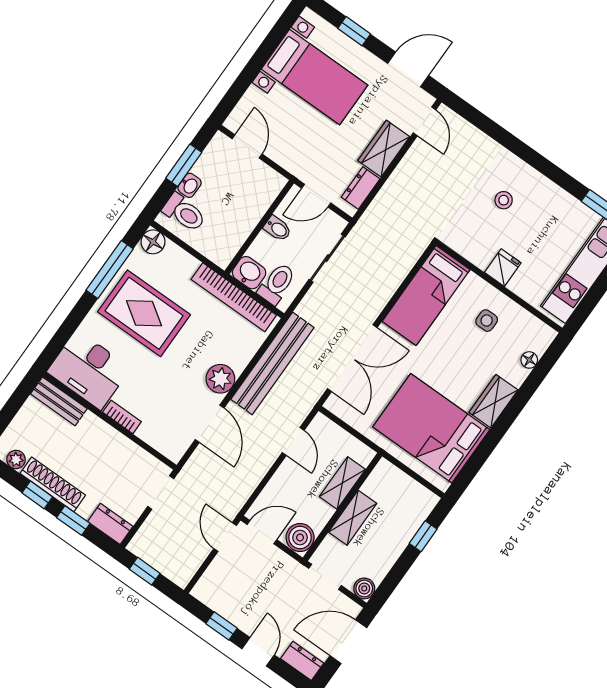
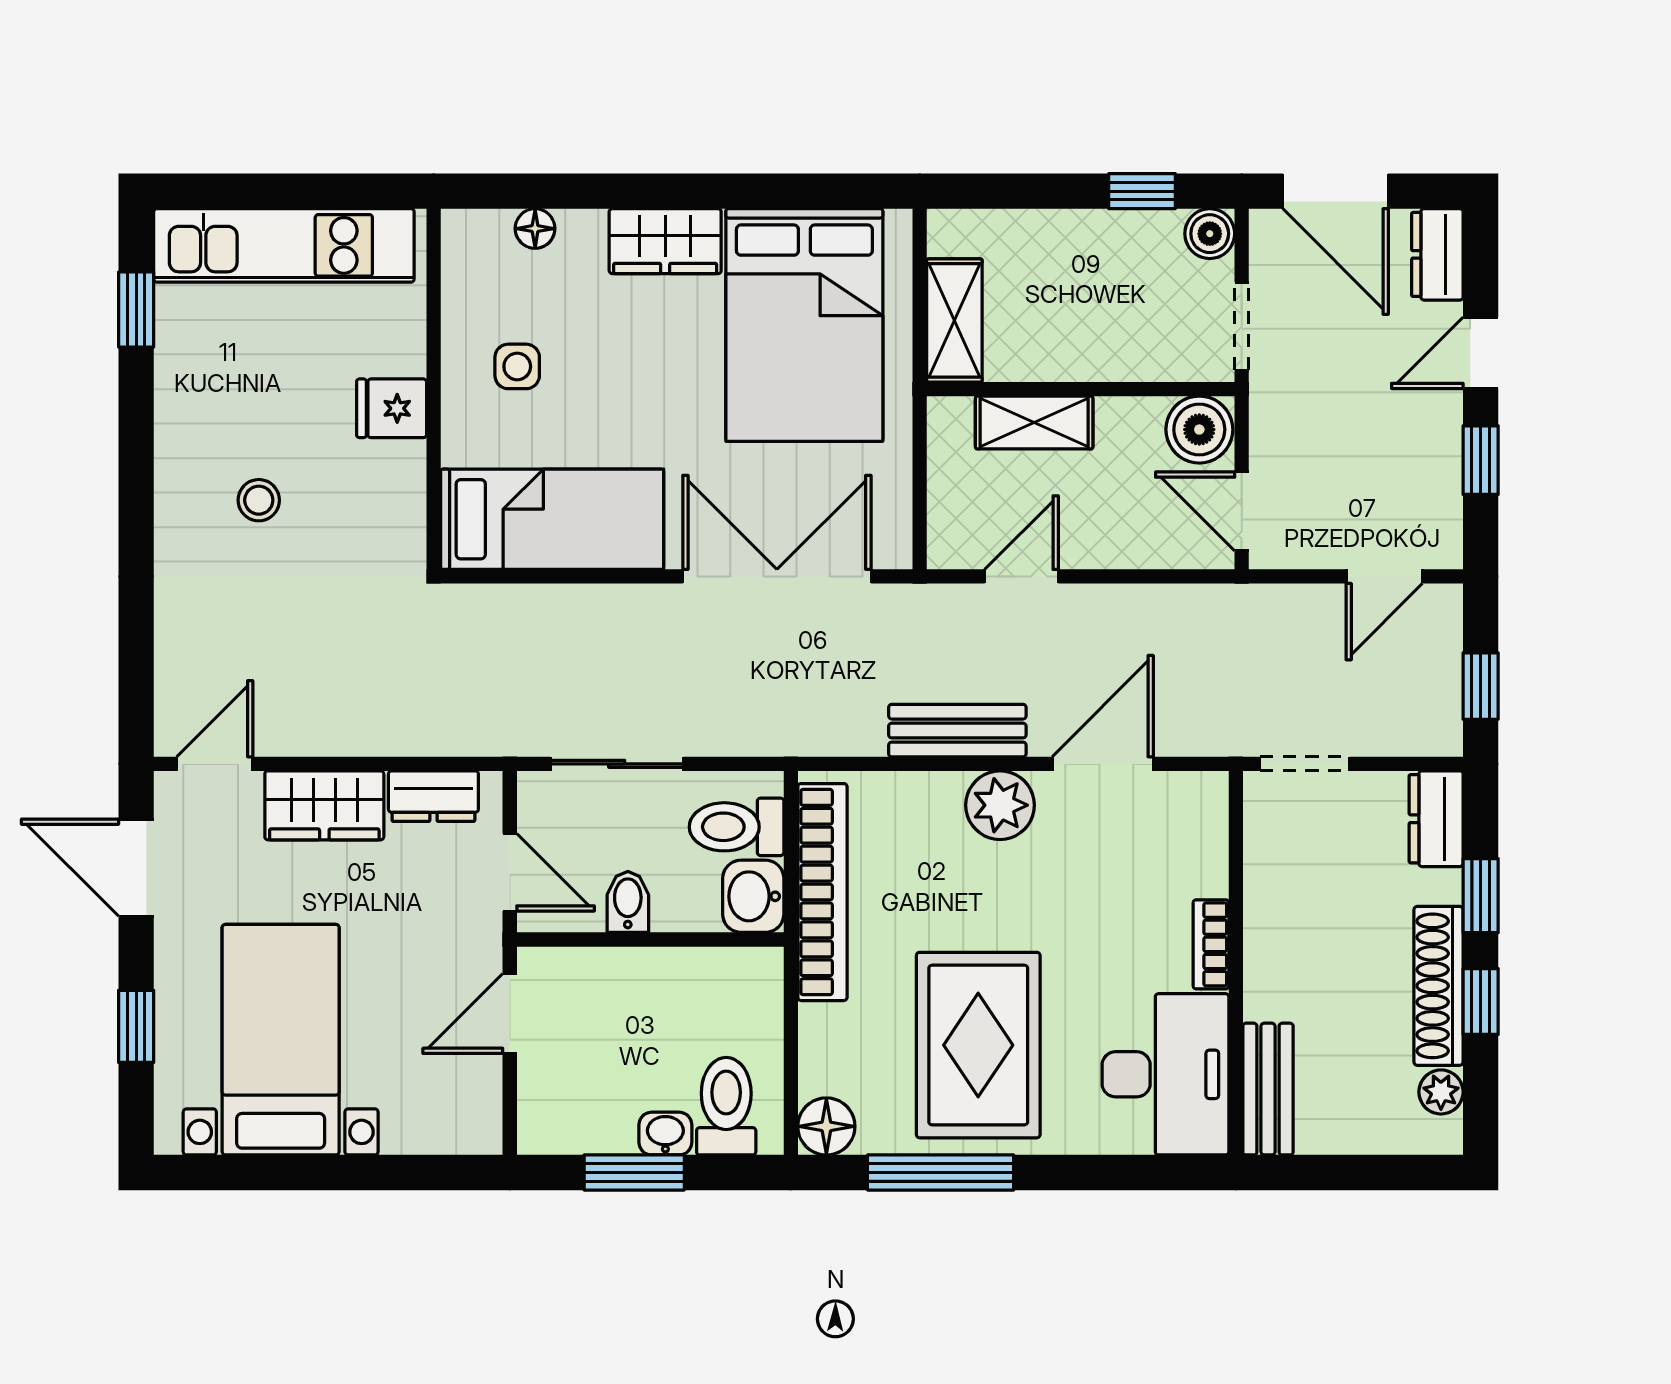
door: (247, 146) -> (510, 1014), moved
bench: (272, 363) -> (957, 731), width x0.54, depth x0.82
shelving: (353, 518) -> (954, 320), moved, turned 90
window: (423, 536) -> (1142, 191), moved
door: (225, 537) -> (1384, 576), moved

